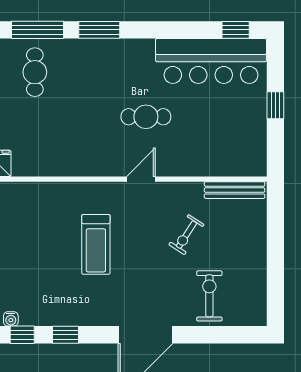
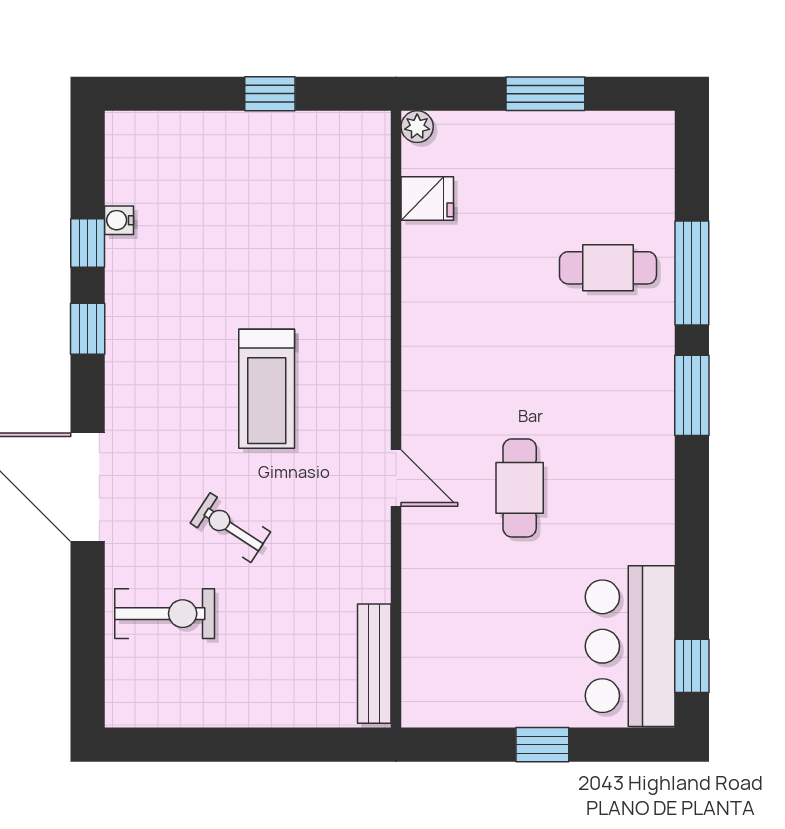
bar counter: (211, 61) -> (630, 646), width x0.73
exercise bike: (186, 235) -> (230, 528), moved
treadmill: (96, 244) -> (267, 389), turned -90

